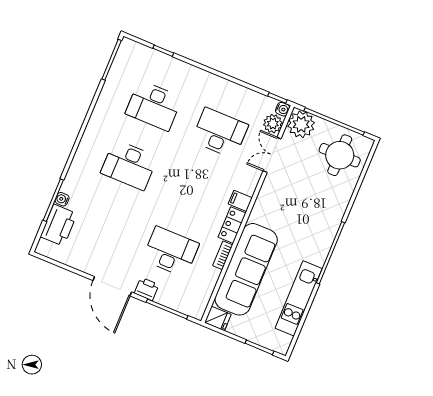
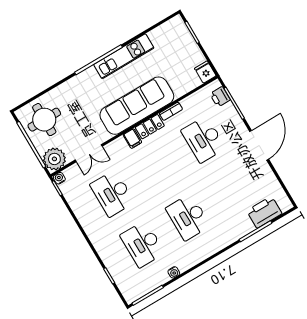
desk: (154, 106) -> (142, 244), turned 180
plant: (273, 124) -> (73, 173), removed
desk: (129, 165) -> (188, 217), turned 180
water cooler: (62, 199) -> (174, 272), moved
sofa: (246, 269) -> (137, 106), moved
printer: (147, 289) -> (220, 97), moved
kitchen unit: (299, 298) -> (124, 56), moved

